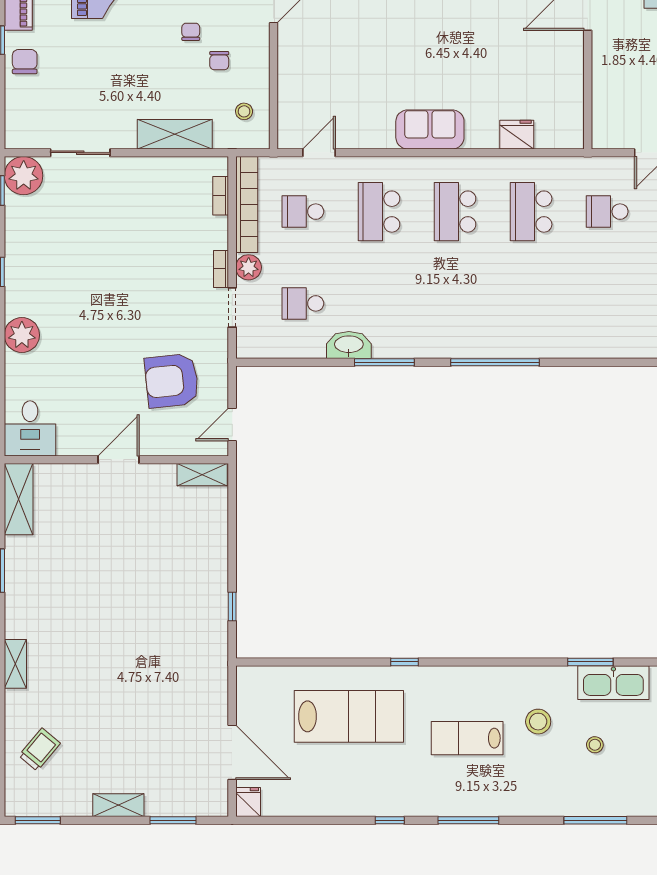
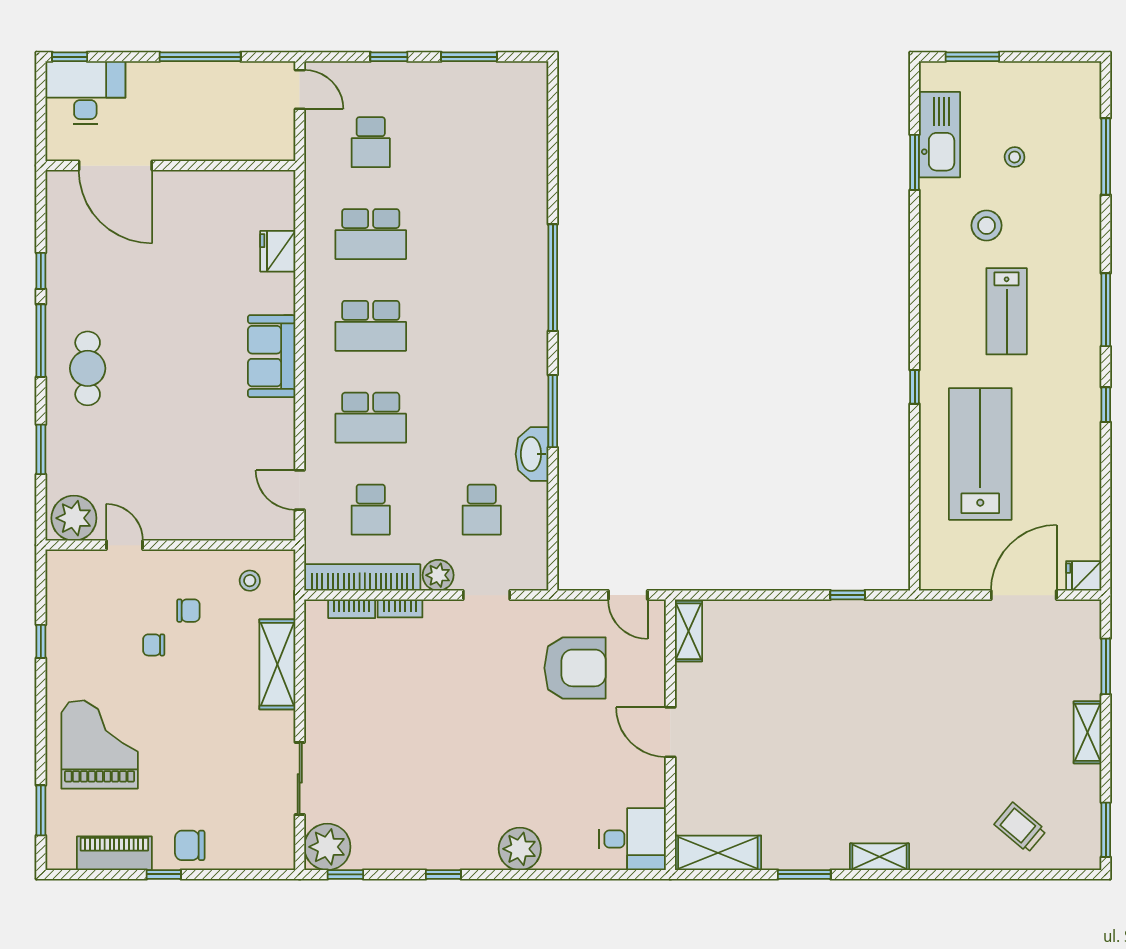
bookcase: (221, 269) -> (400, 608), moved
armchair: (172, 381) -> (575, 668), turned -84
shelving: (15, 664) -> (879, 857), moved

